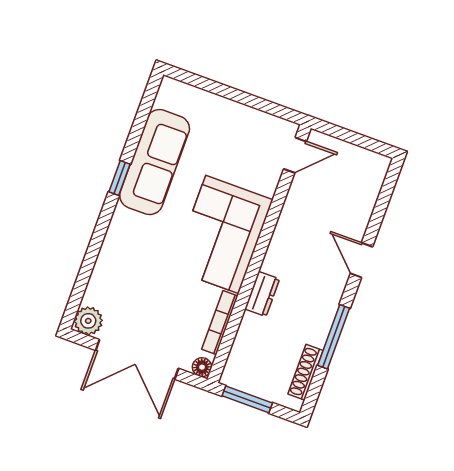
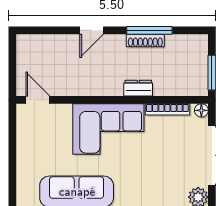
shoe rack: (305, 372) -> (145, 40), moved

